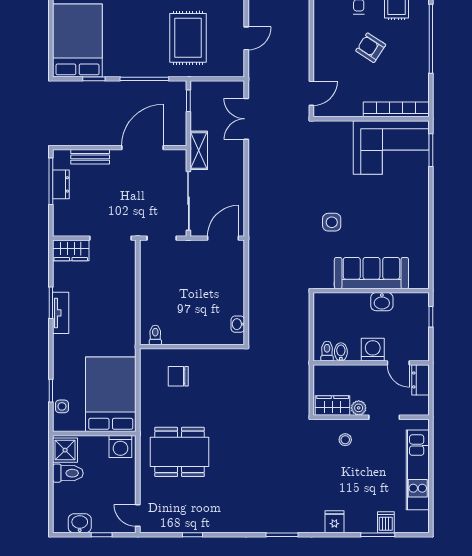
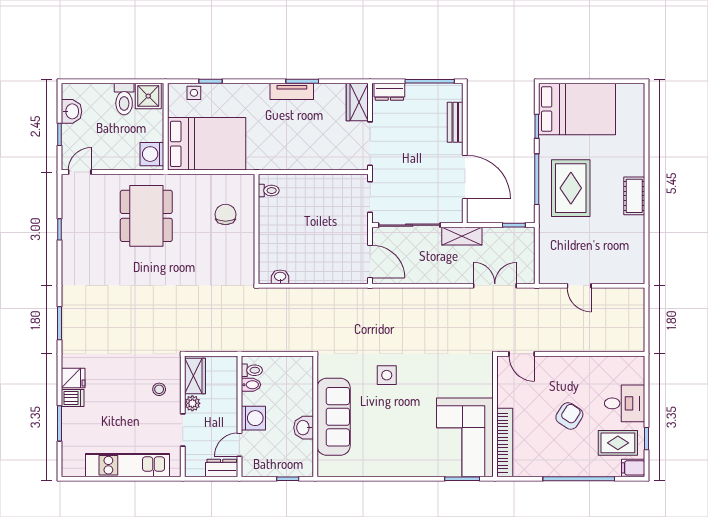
rug: (188, 38) -> (571, 188), moved, turned 90
dresser: (61, 184) -> (389, 92), moved
dishwasher: (386, 522) -> (73, 398), moved

